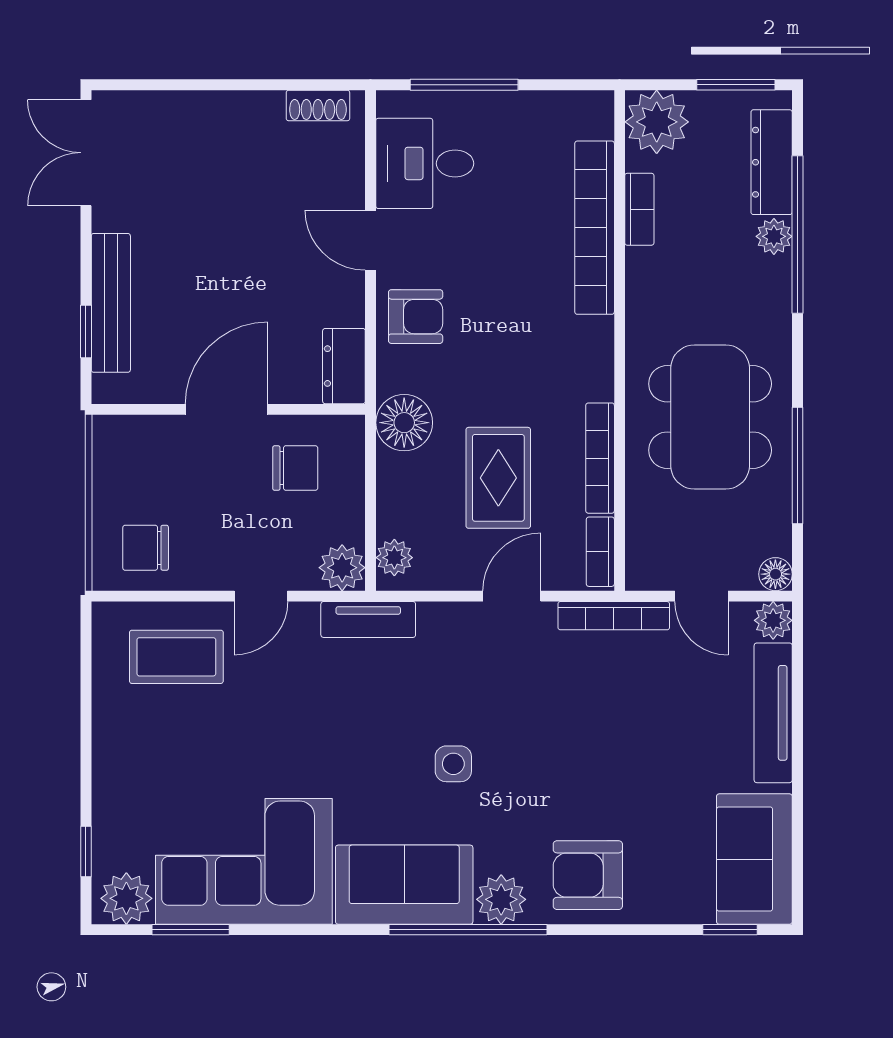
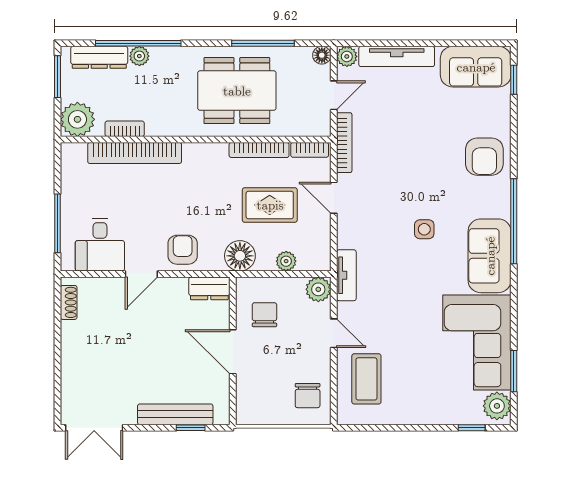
plant: (394, 558) -> (286, 261), moved
plant: (501, 899) -> (498, 203), removed

